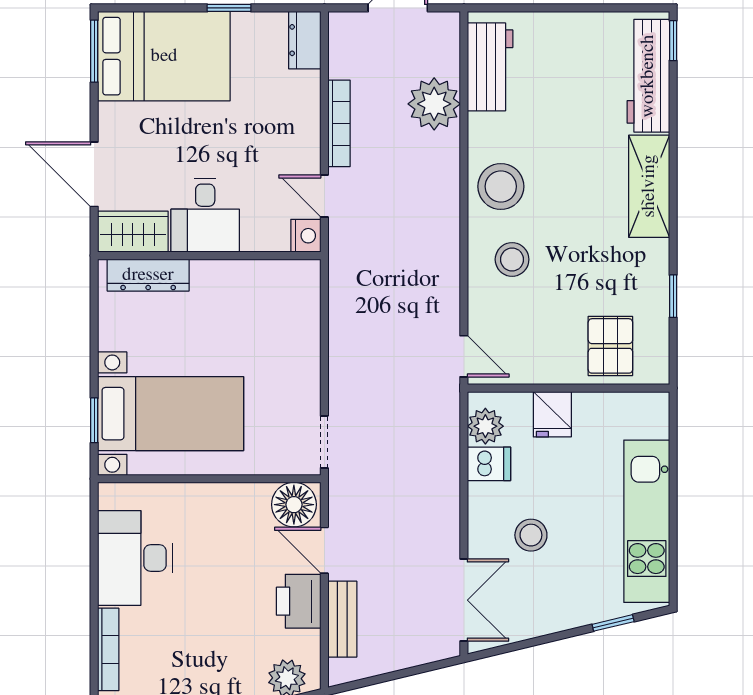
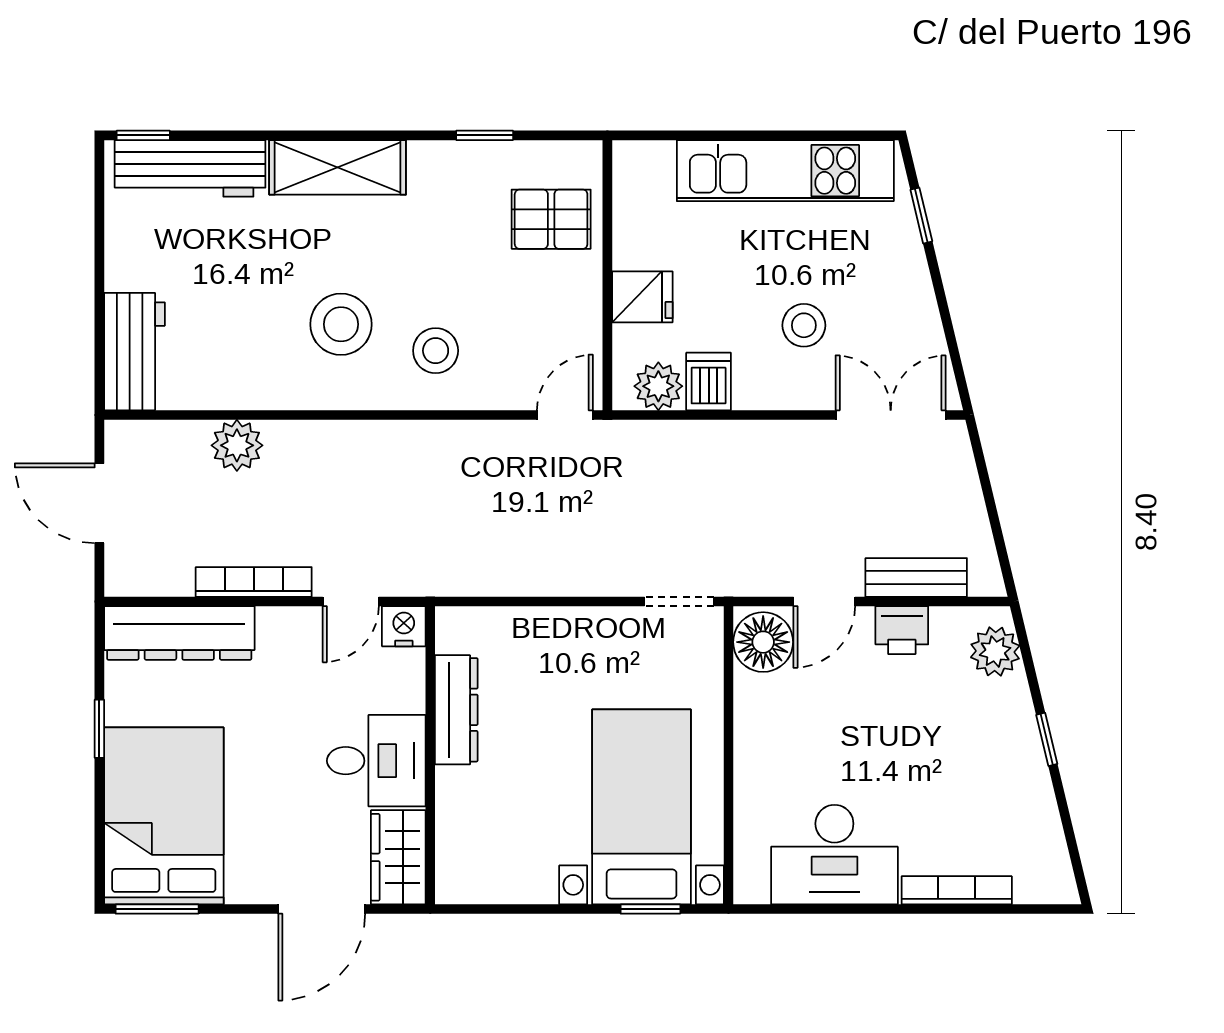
dresser: (305, 40) -> (179, 633), width x1.96, depth x1.24
workbench: (490, 67) -> (134, 352), moved, turned 90
plant: (434, 104) -> (237, 445), width x0.73, depth x0.73
stool: (501, 186) -> (341, 324), moved
dresser: (148, 275) -> (456, 710), moved
printer: (299, 601) -> (902, 630), width x0.73, depth x0.81

